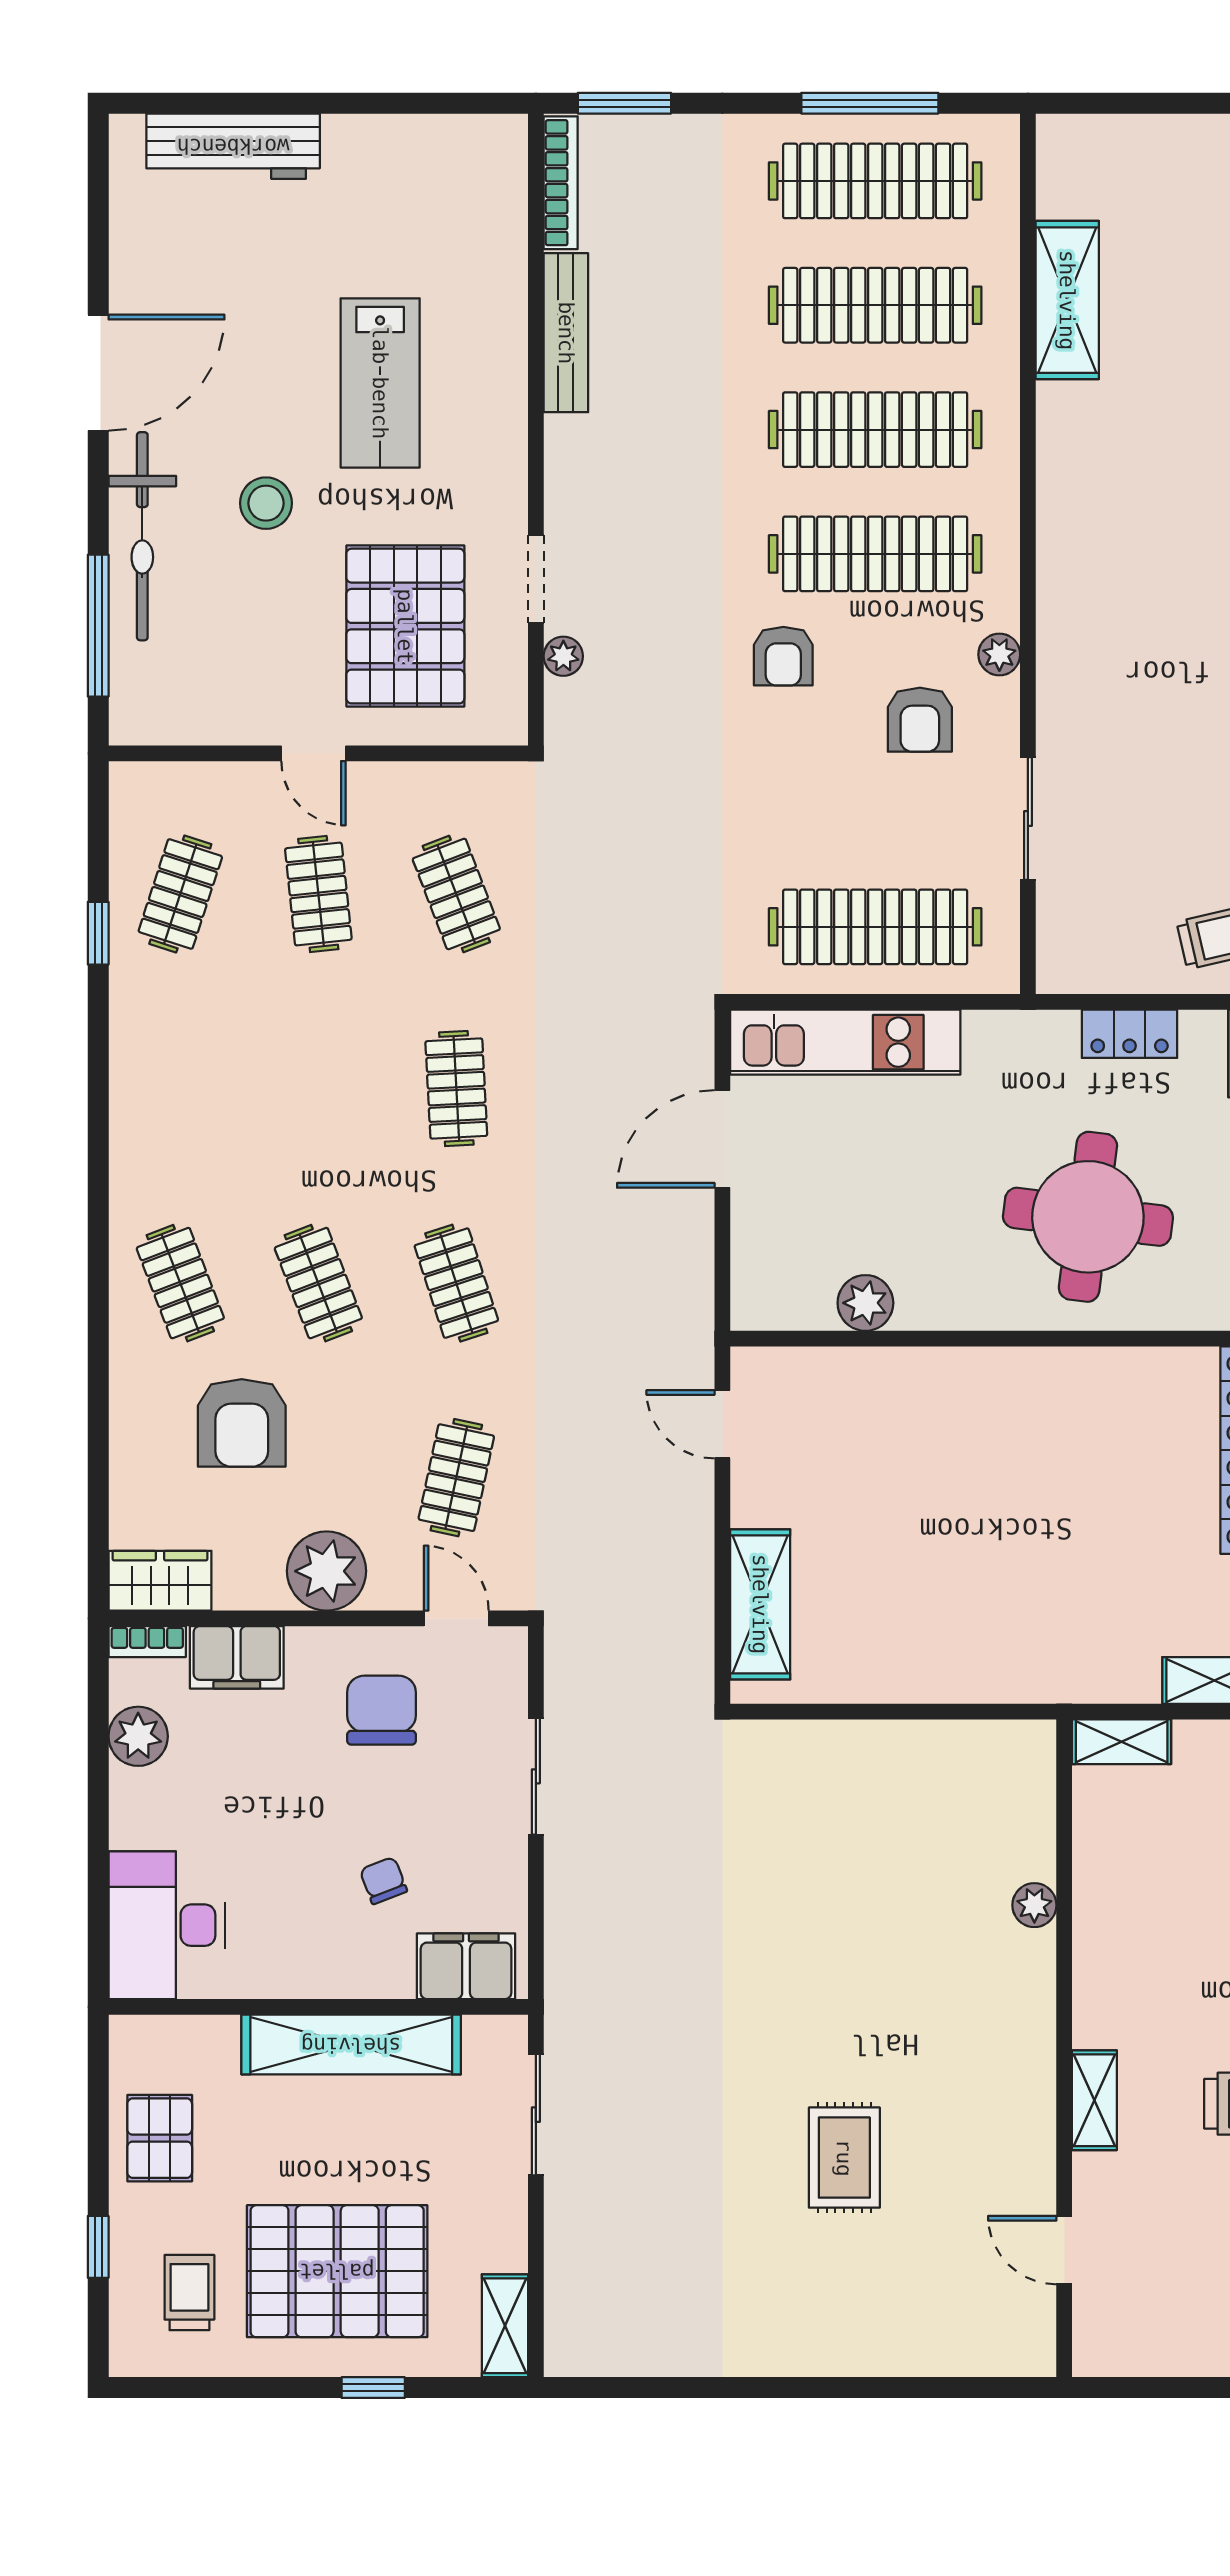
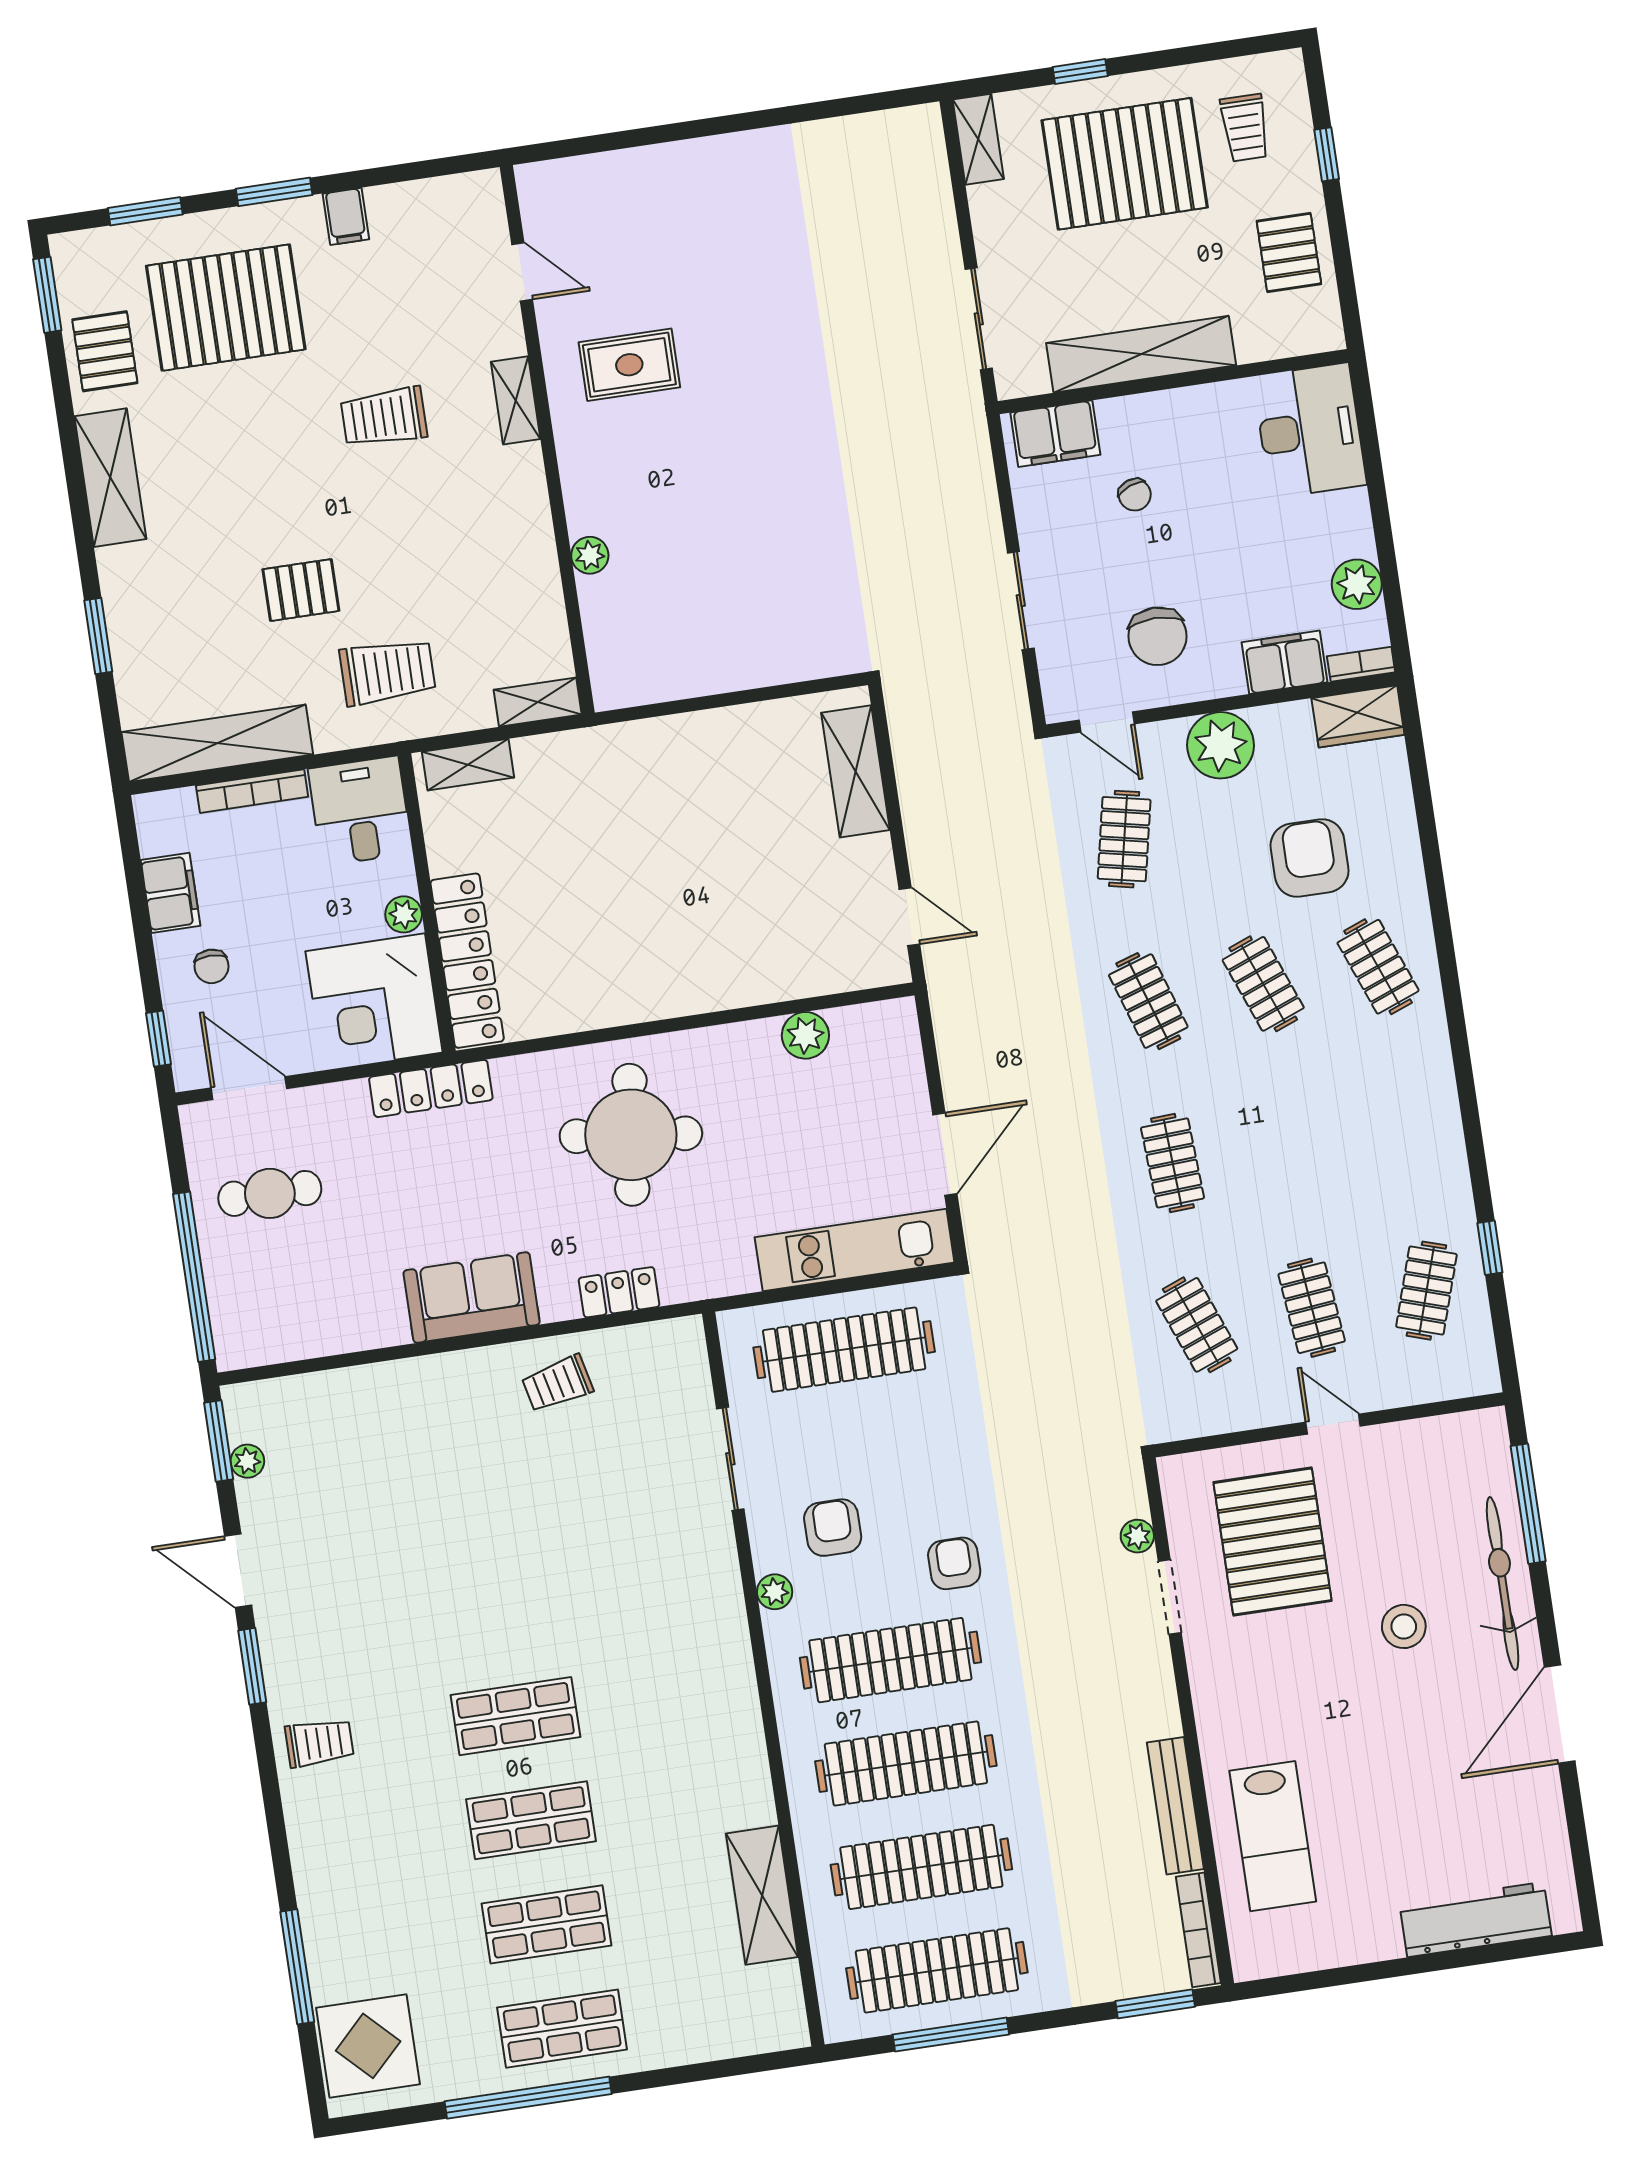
lab bench: (380, 383) -> (1273, 1836), moved, turned 180
rug: (844, 2158) -> (629, 365), moved, turned 90

